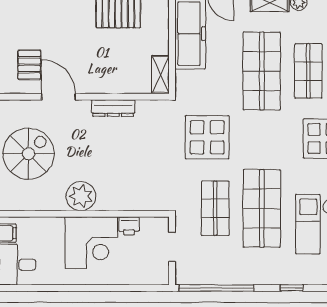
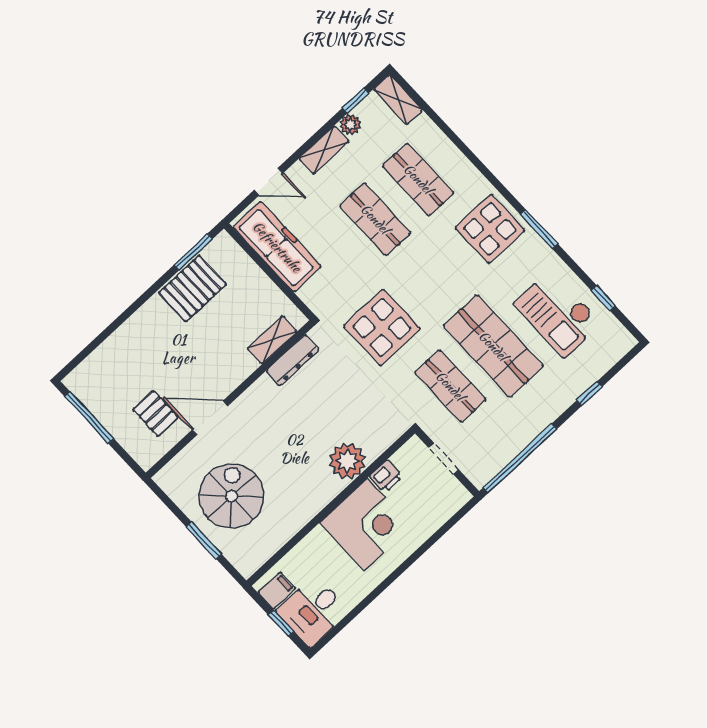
shop shelf: (262, 71) -> (375, 219), width x0.70, depth x0.74
shelving: (160, 75) -> (272, 340), moved, turned 90
dresser: (113, 108) -> (293, 360), moved
plant: (81, 196) -> (348, 461), moved

